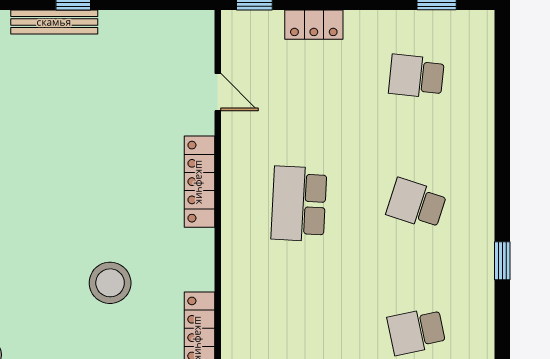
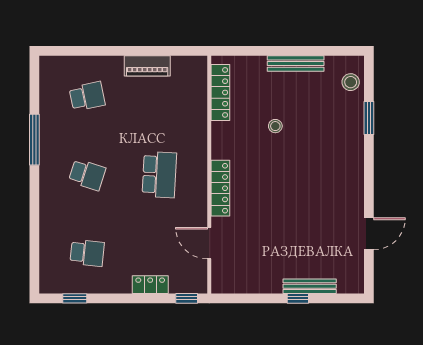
door: (218, 92) -> (209, 243), width x1.38
window: (502, 261) -> (34, 140), width x2.17
stool: (110, 283) -> (275, 126), width x0.53, depth x0.53

